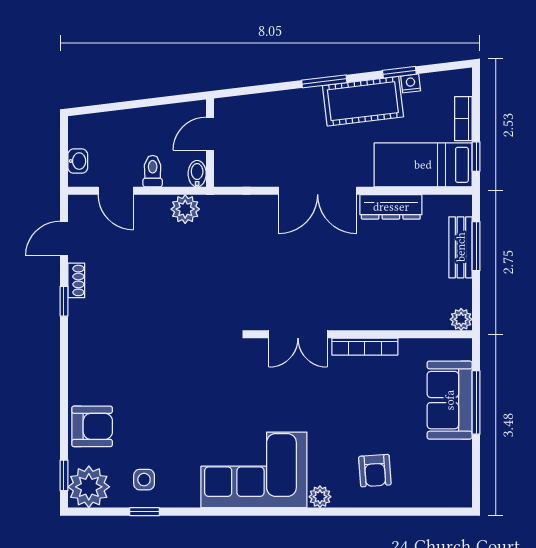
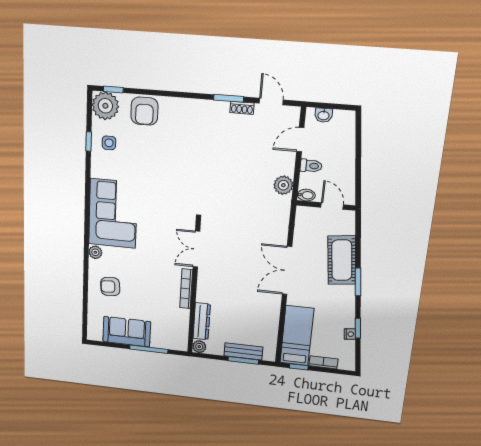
cot: (363, 101) -> (342, 260), moved
dresser: (391, 207) -> (202, 321), moved, turned 180
window: (64, 301) -> (229, 98), width x1.50
sofa: (450, 400) -> (127, 332), moved

